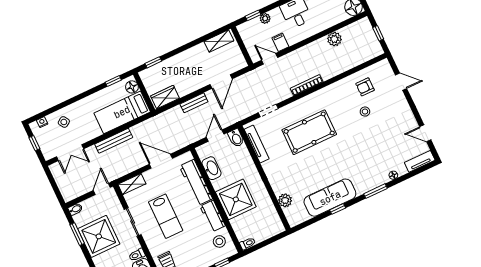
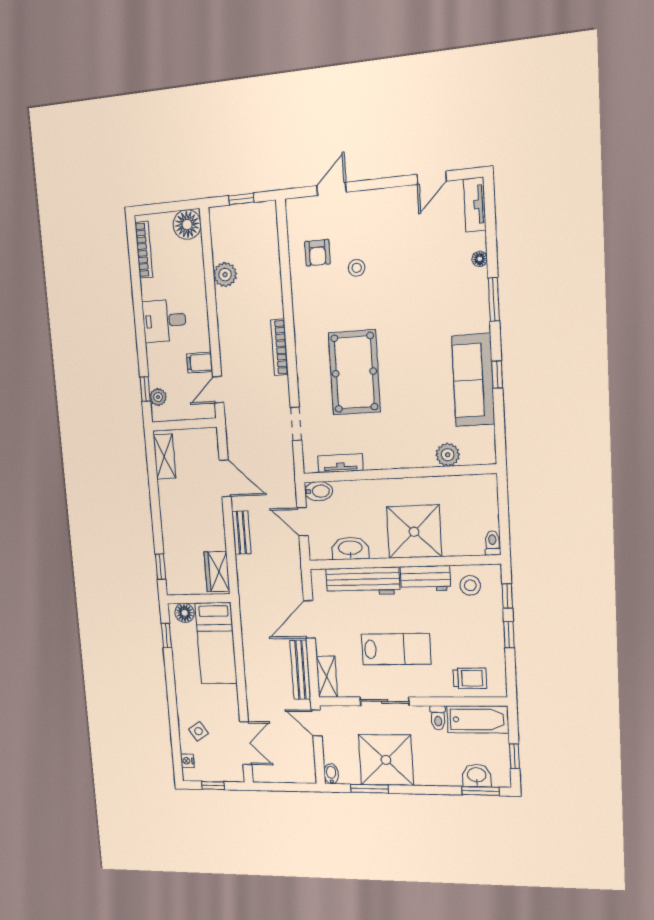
plant: (265, 18) -> (158, 397), moved
bench: (114, 141) -> (300, 670), moved
tv unit: (257, 144) -> (340, 463), width x0.71

